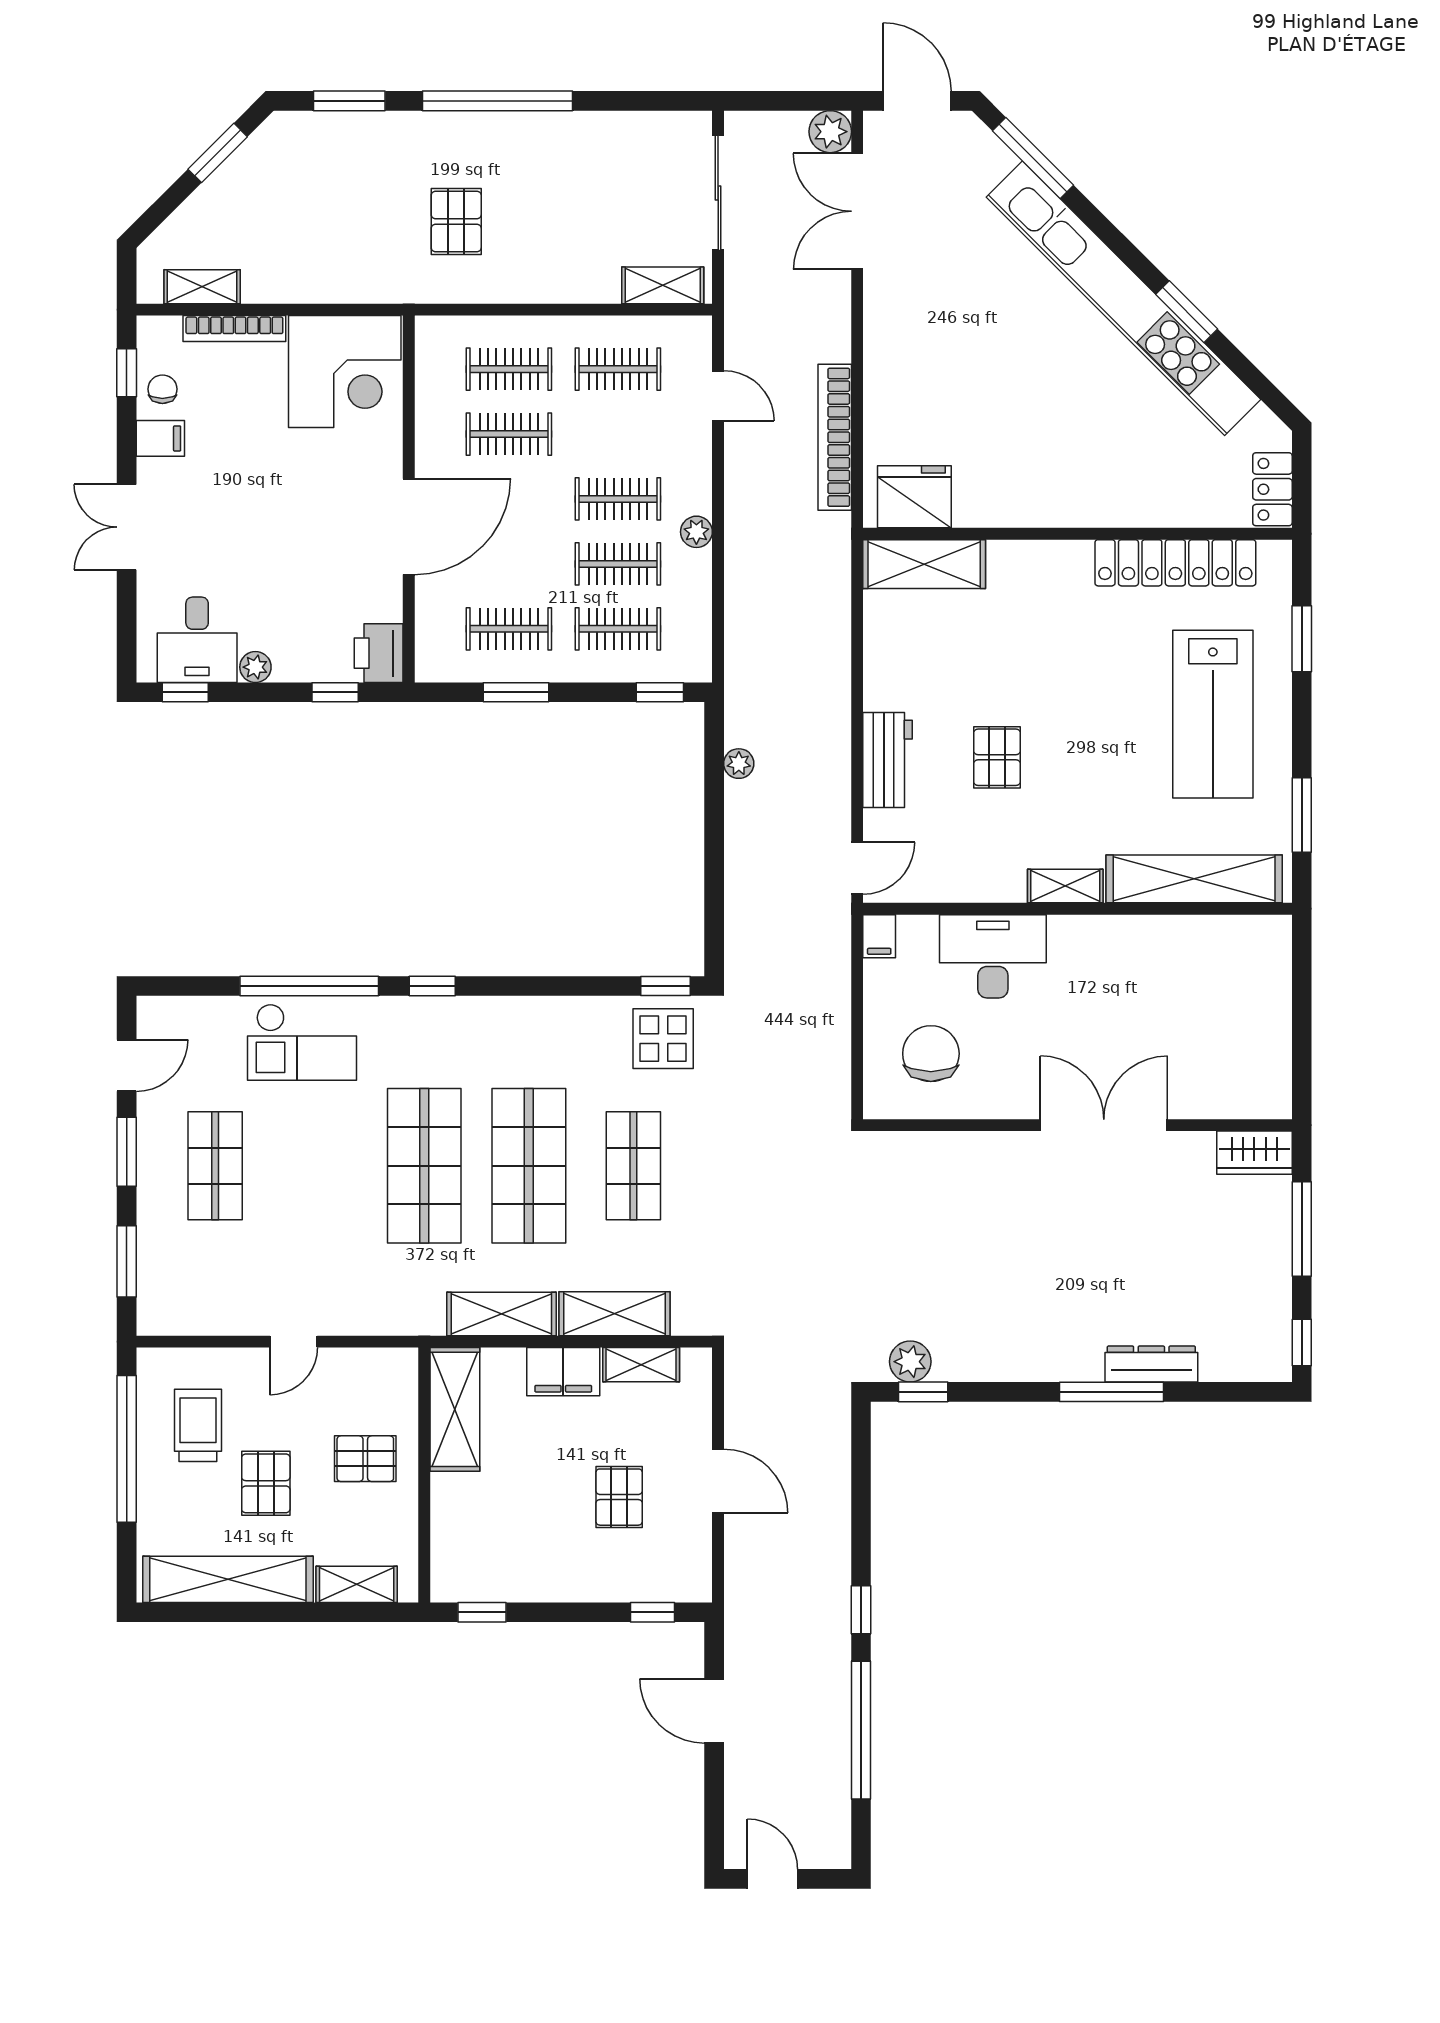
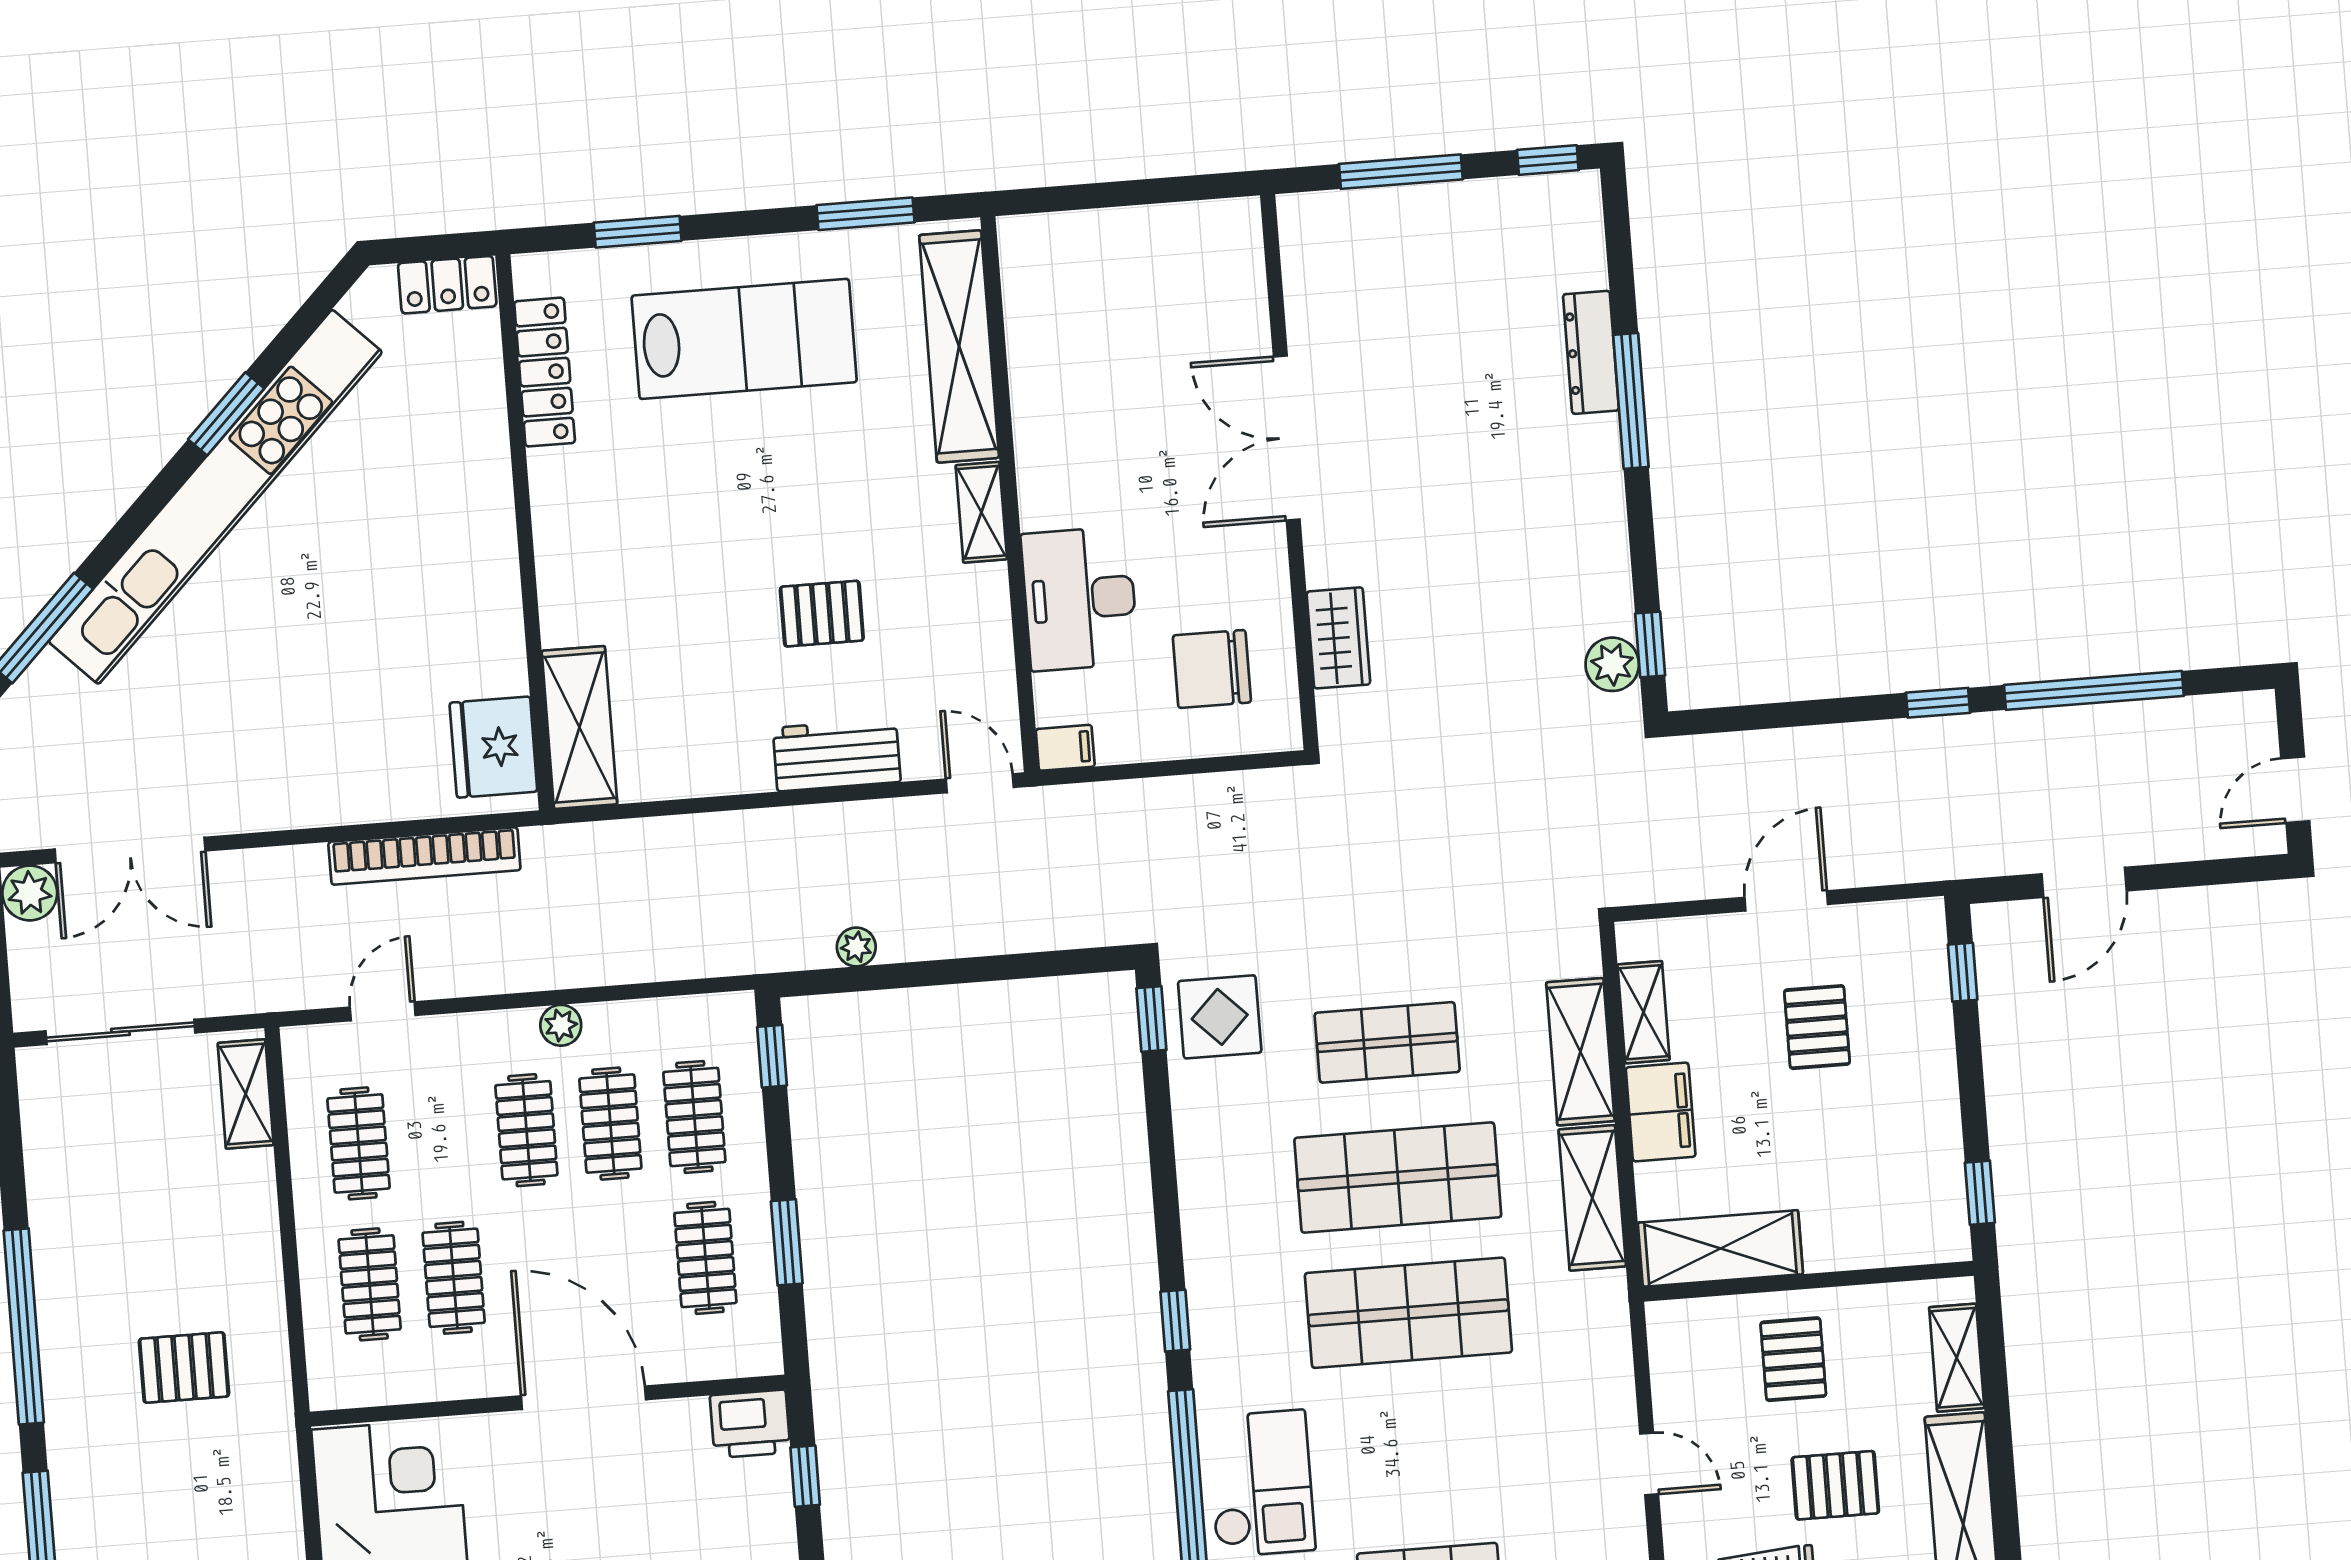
locker: (1175, 563) -> (545, 372), width x0.71, depth x0.83
wardrobe: (1254, 1153) -> (1338, 638), moved
pallet: (619, 1497) -> (1817, 1027), turned 90

